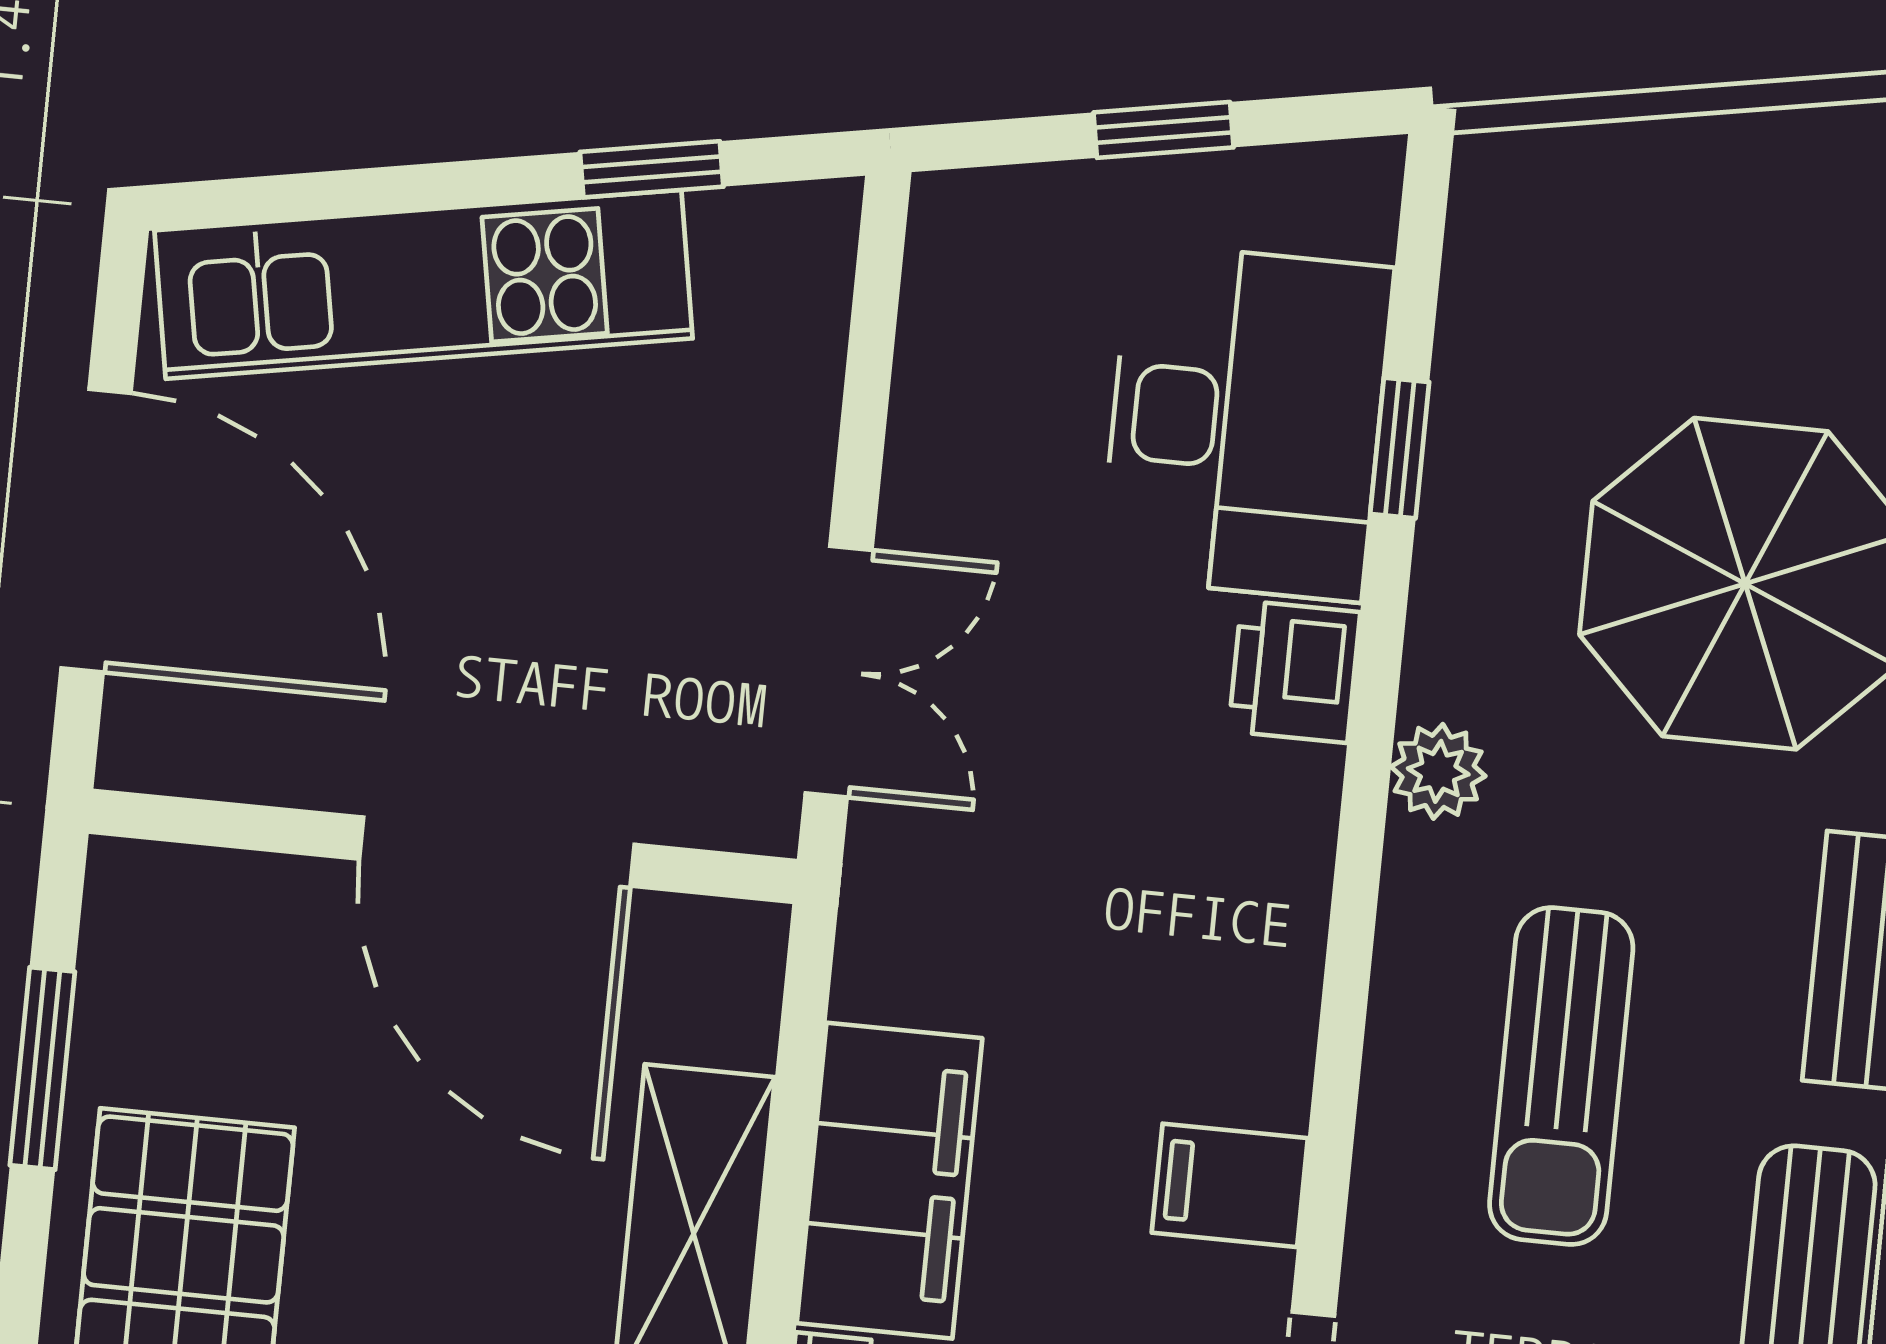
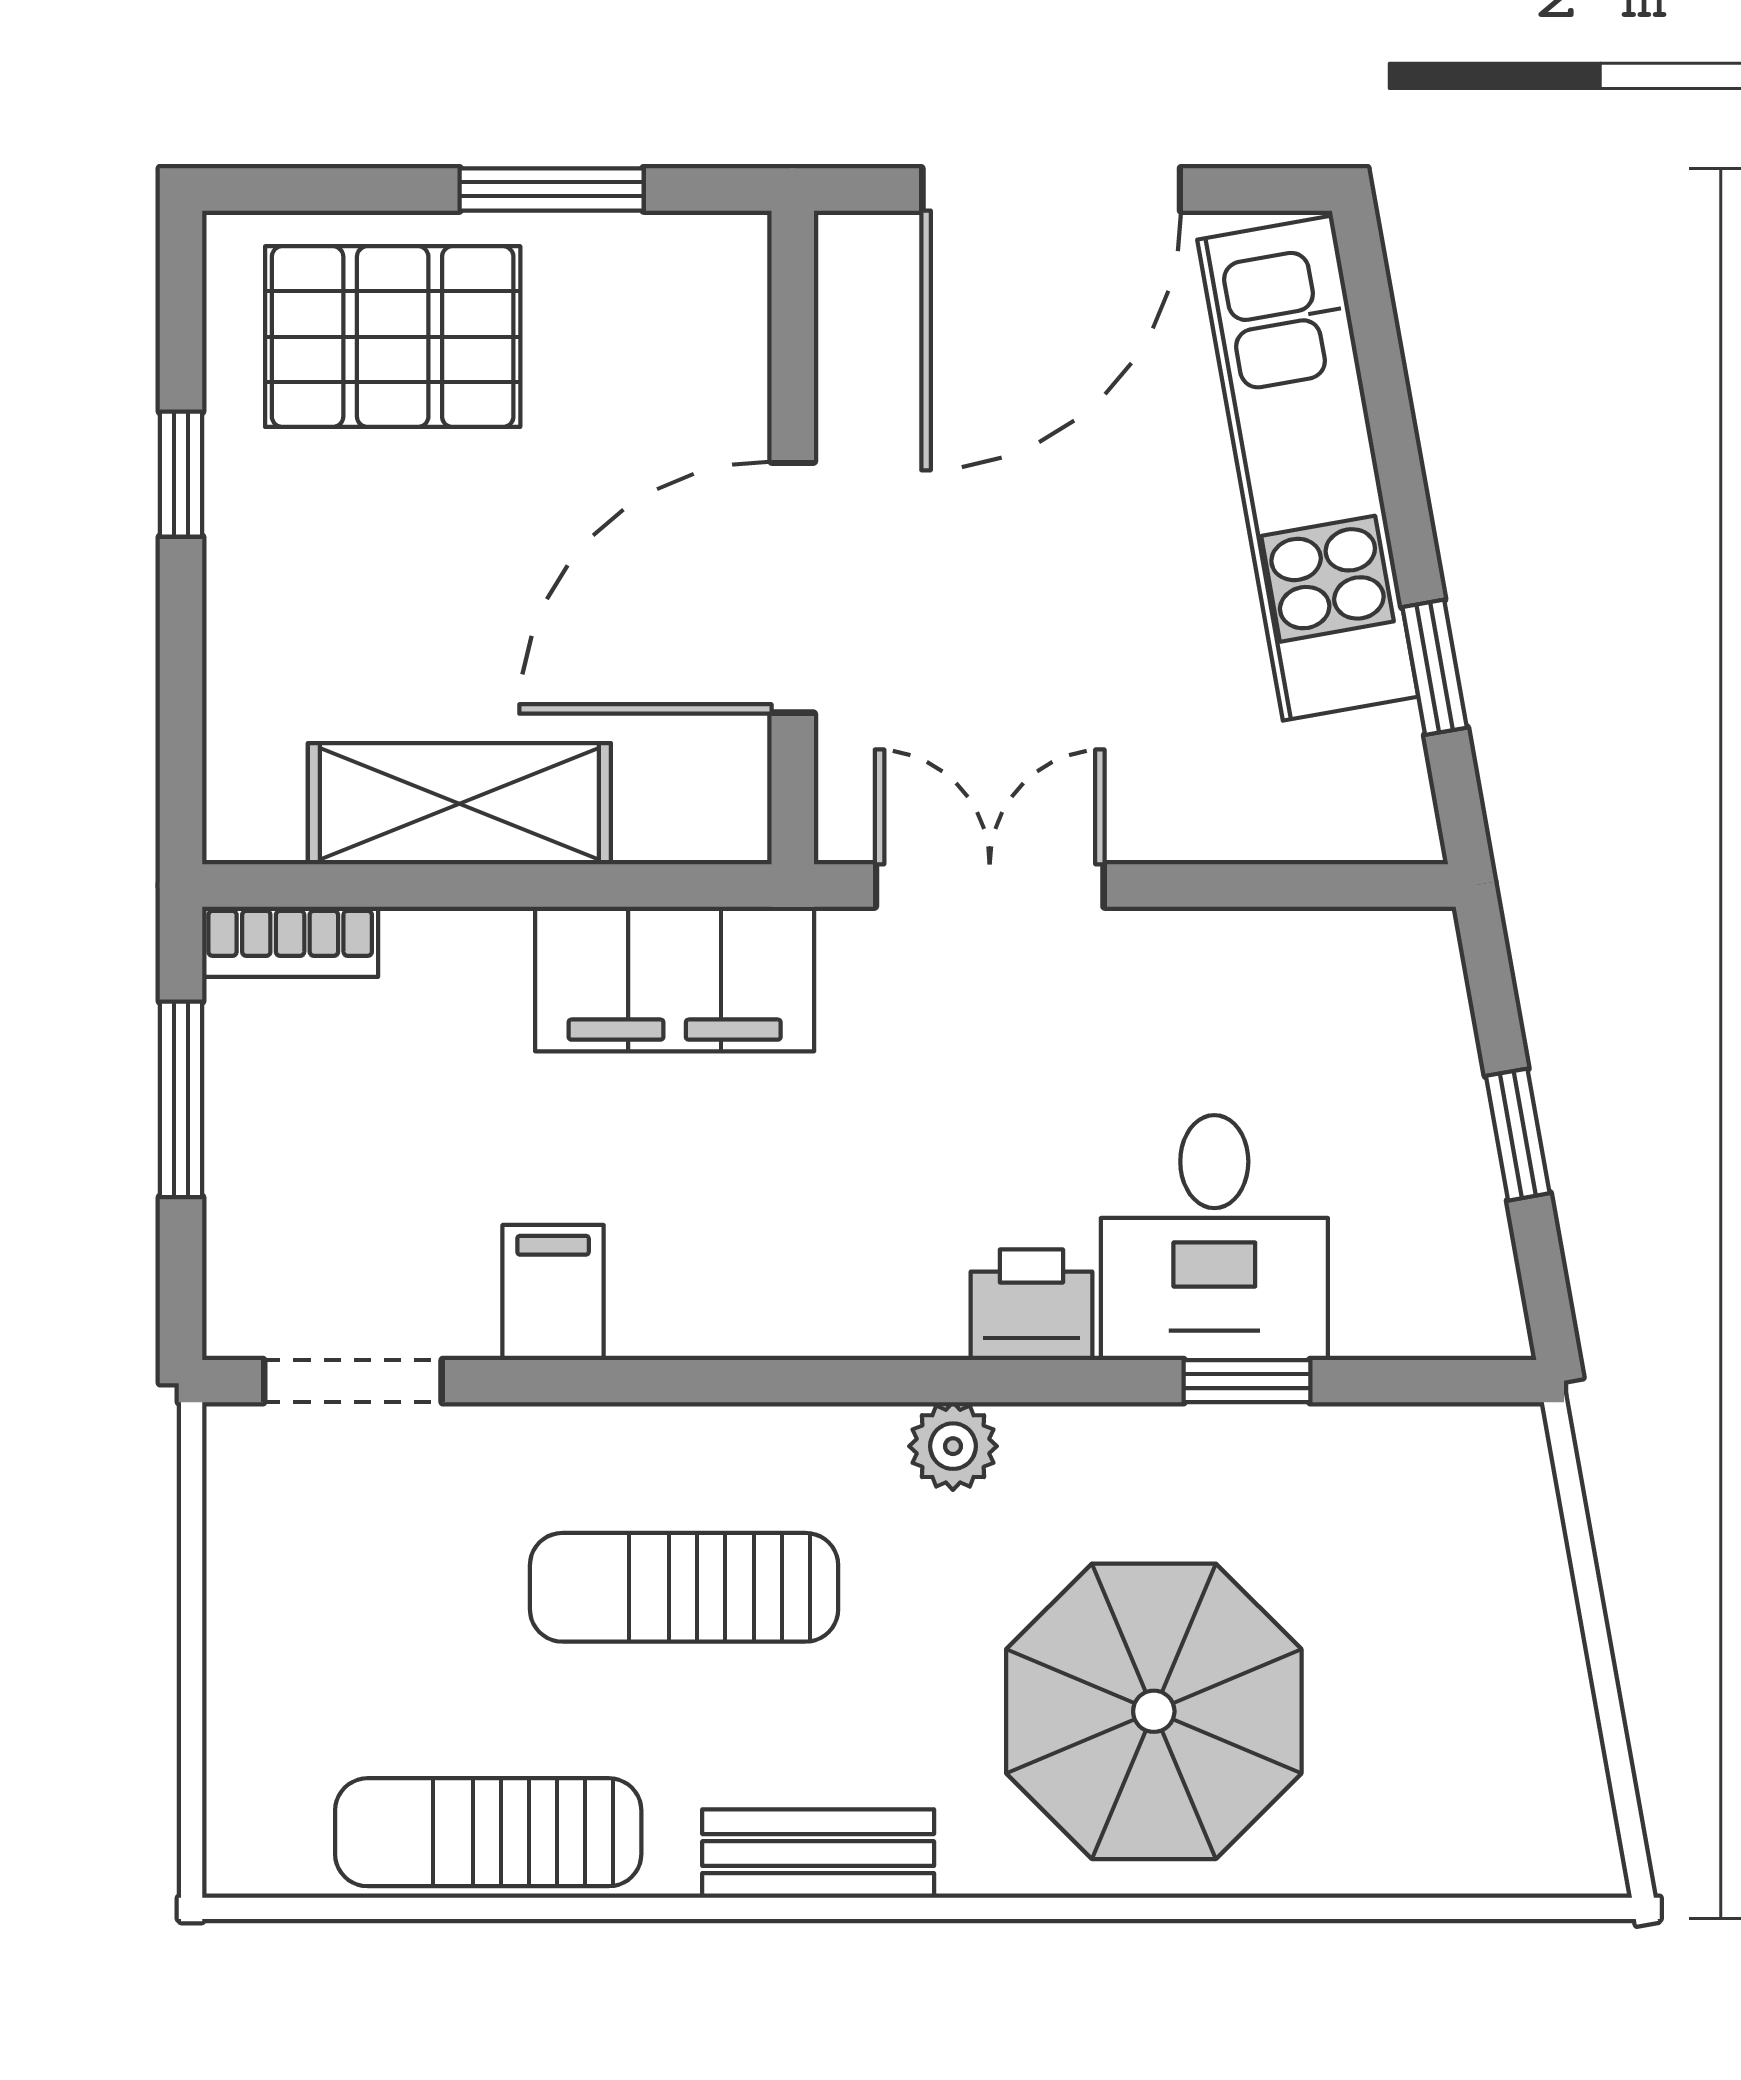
desk: (1246, 422) -> (1214, 1238), width x0.73
double door: (839, 672) -> (990, 885), swing flipped
filing cabinet: (889, 1181) -> (675, 979), moved

